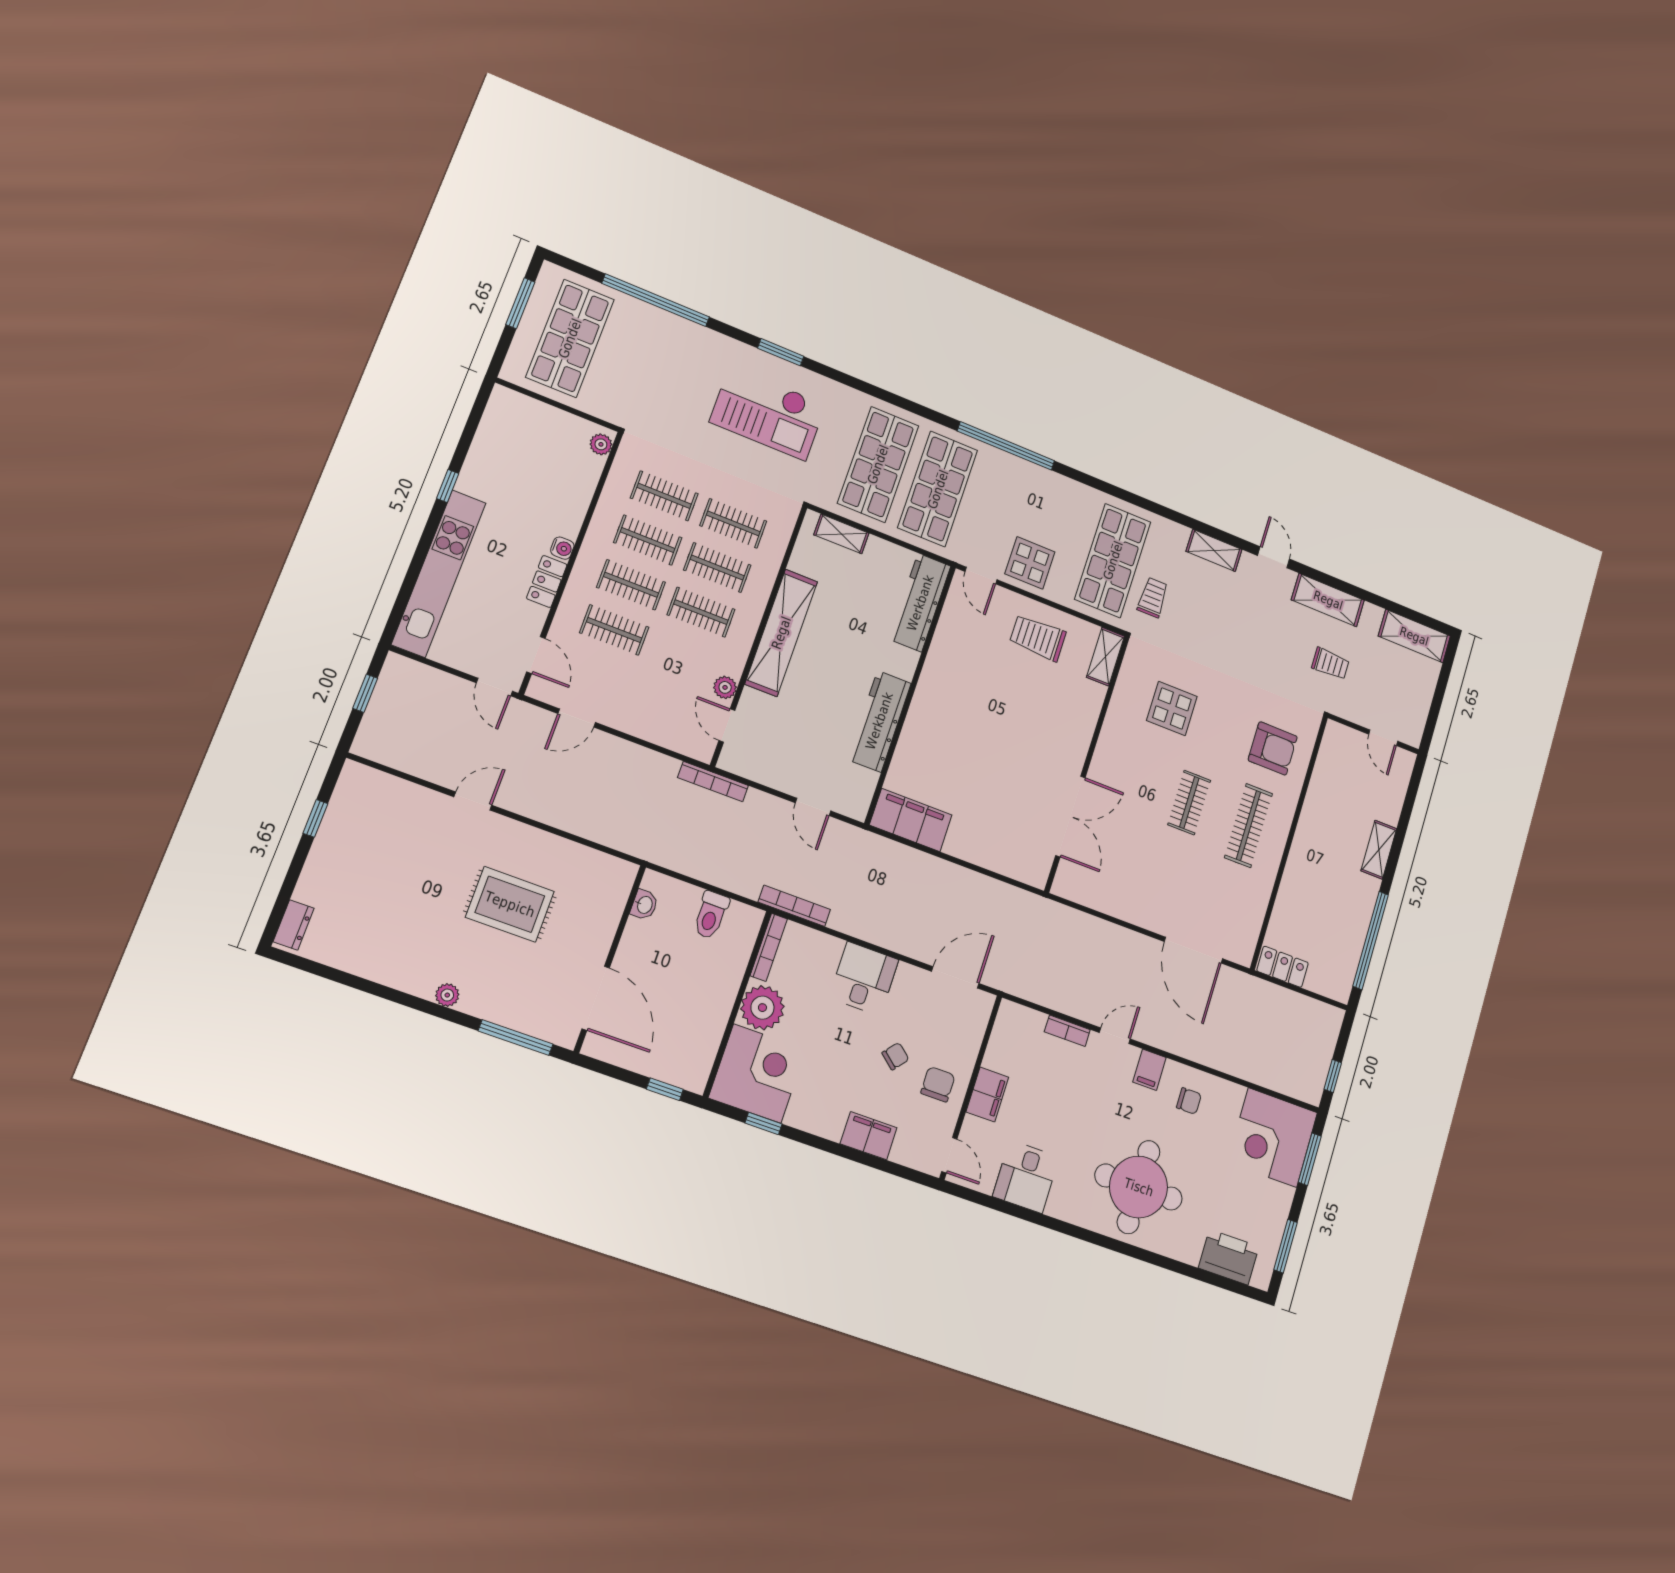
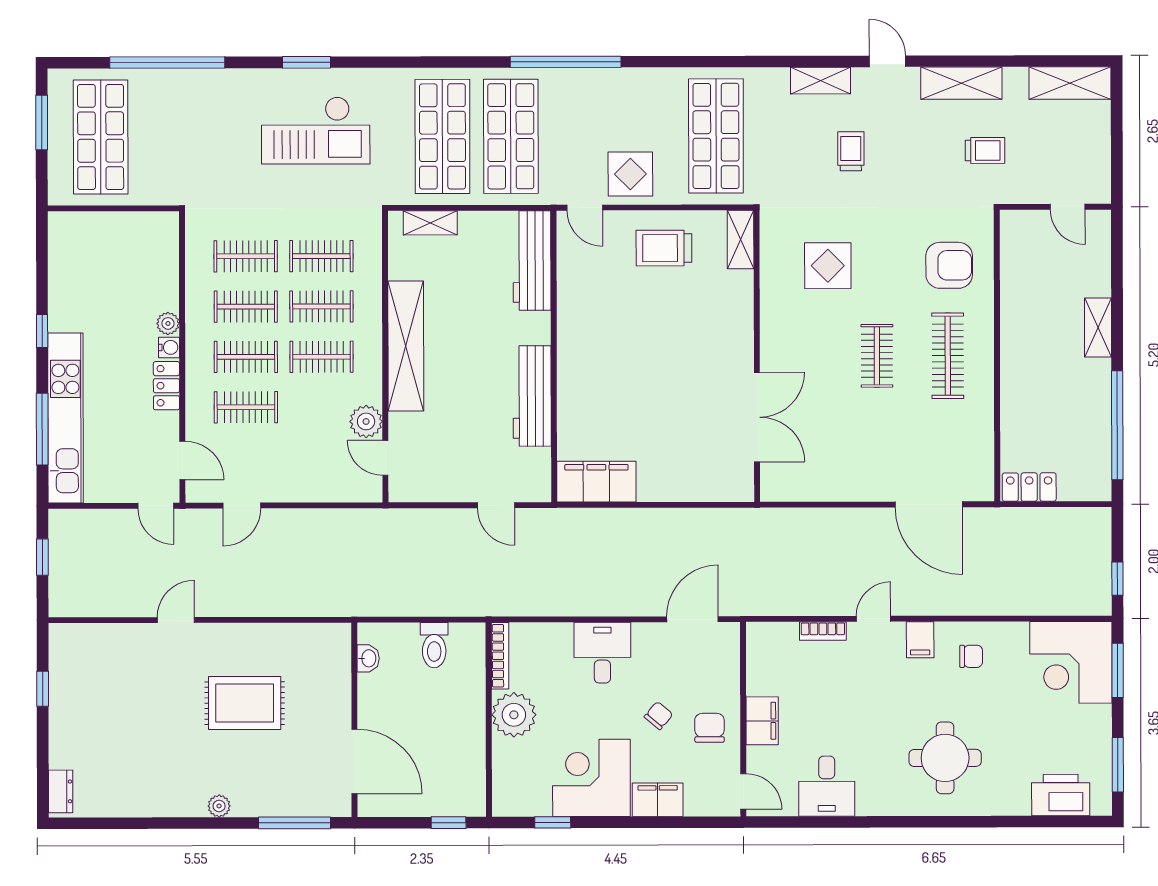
plant: (601, 444) -> (168, 323), moved
window: (412, 575) -> (42, 429), added
trolley: (1153, 597) -> (851, 151), moved
plant: (725, 687) -> (366, 421), width x1.38, depth x1.38
bookcase: (713, 782) -> (391, 517), removed
bookcase: (794, 906) -> (511, 607), removed
corner desk: (757, 1073) -> (591, 778), moved, turned -90
round table: (1139, 1187) -> (945, 758), width x0.73, depth x0.73

